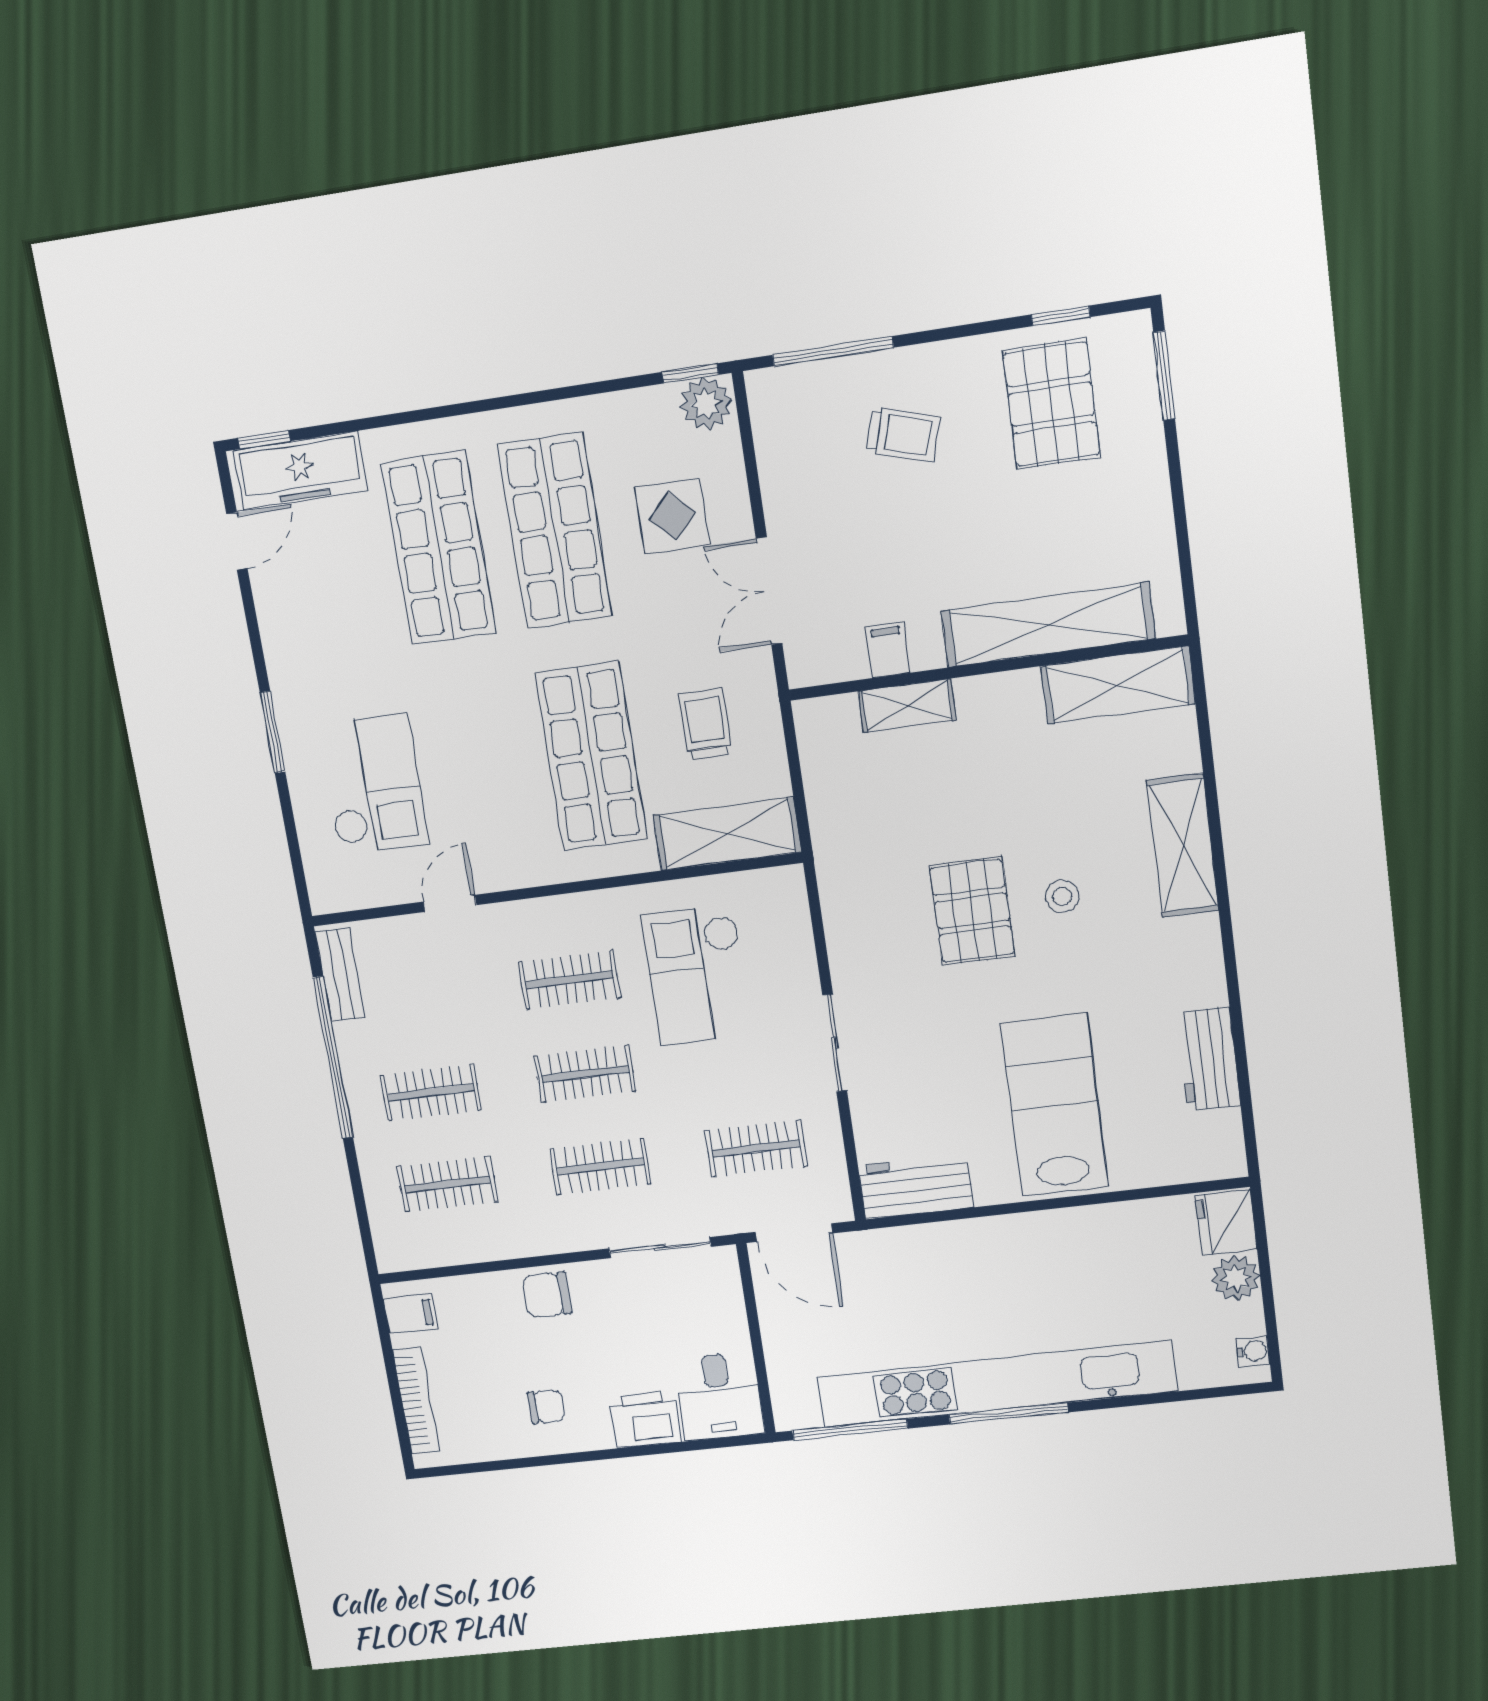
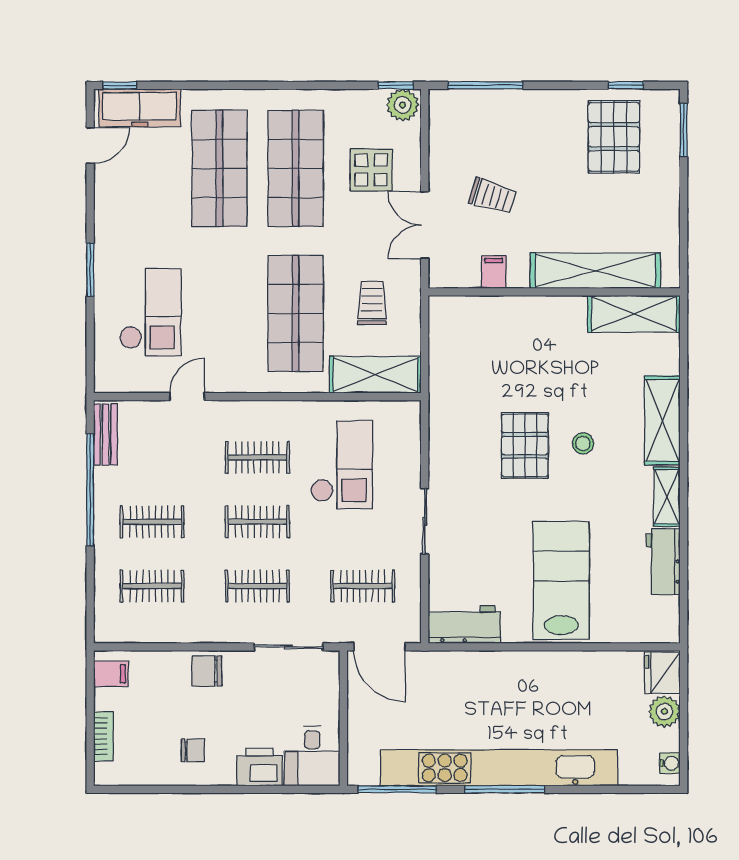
trolley: (903, 435) -> (493, 196), moved
shelving: (907, 706) -> (667, 497), moved, turned 90
checkout: (697, 975) -> (342, 465), turned 180
bookcase: (416, 1401) -> (104, 736), width x0.64

